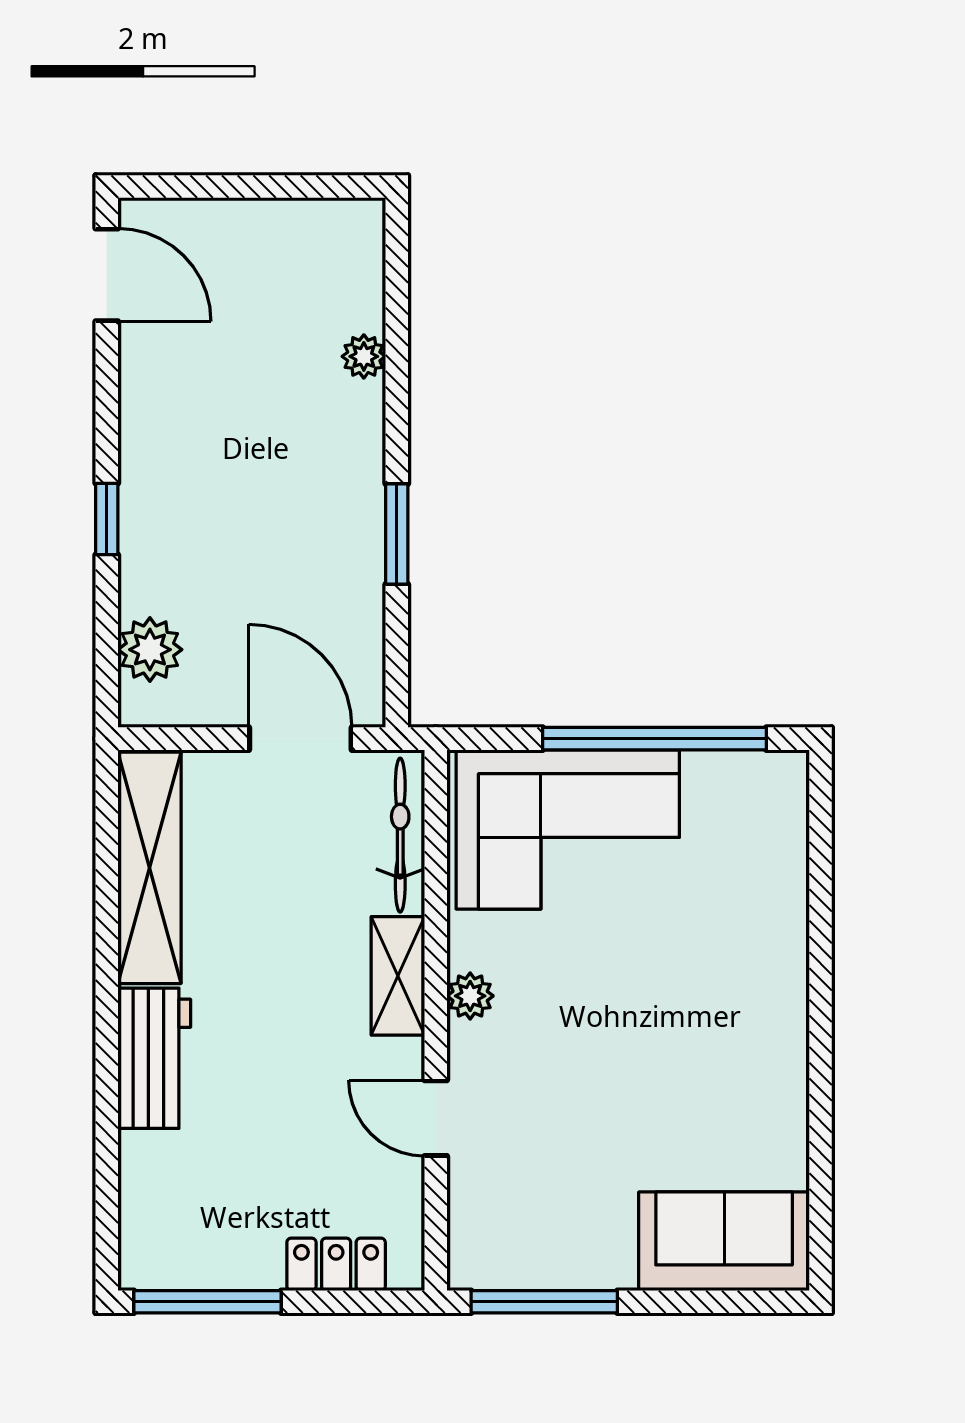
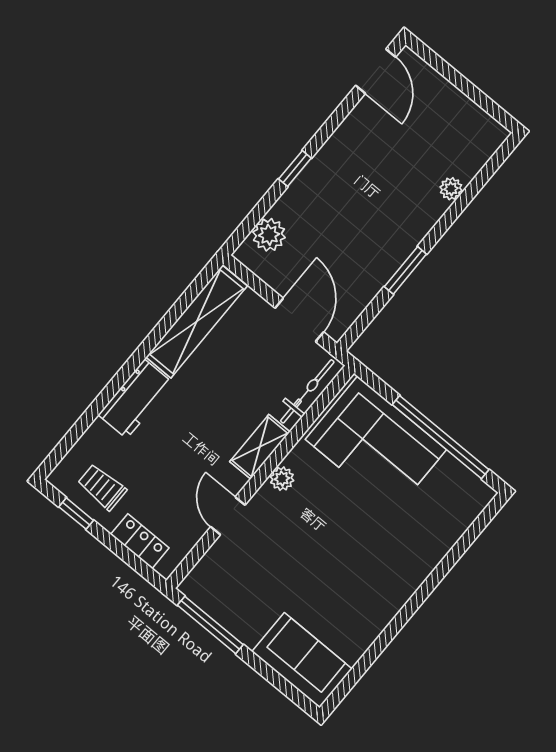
trolley: (213, 1230) -> (102, 487), added
window: (207, 1302) -> (76, 514), width x0.46

